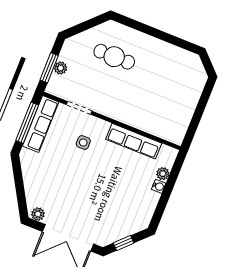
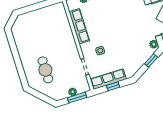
window: (27, 123) -> (113, 86), width x0.46
window: (21, 195) -> (151, 60), added

